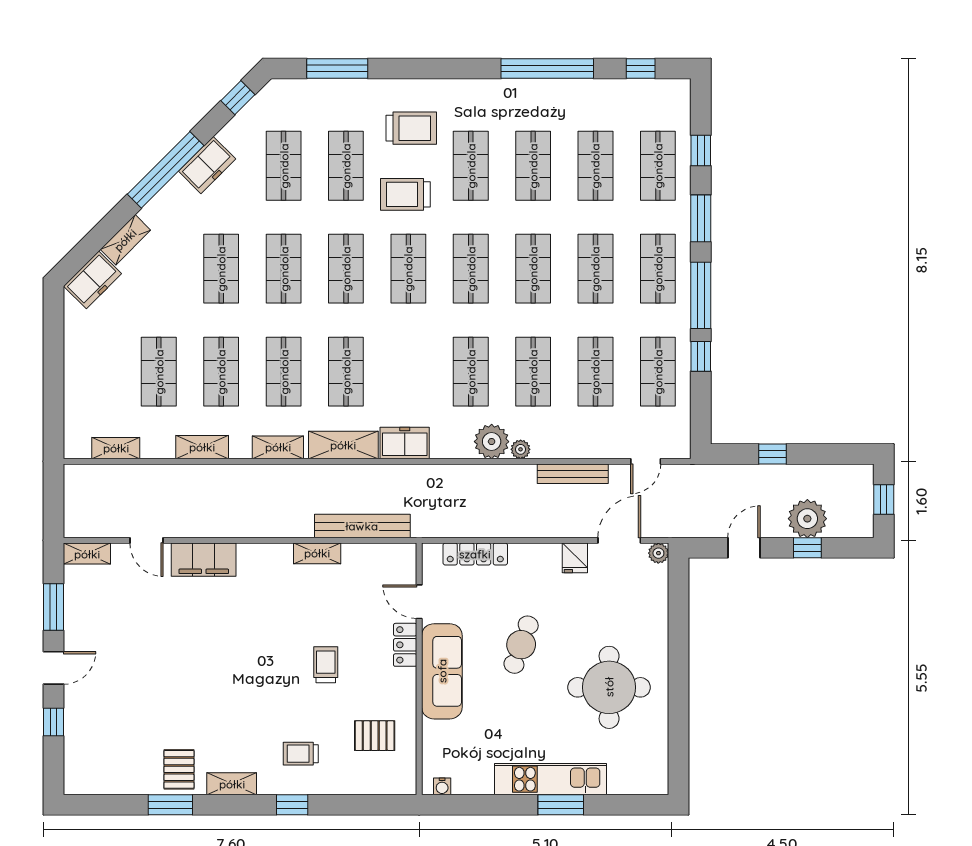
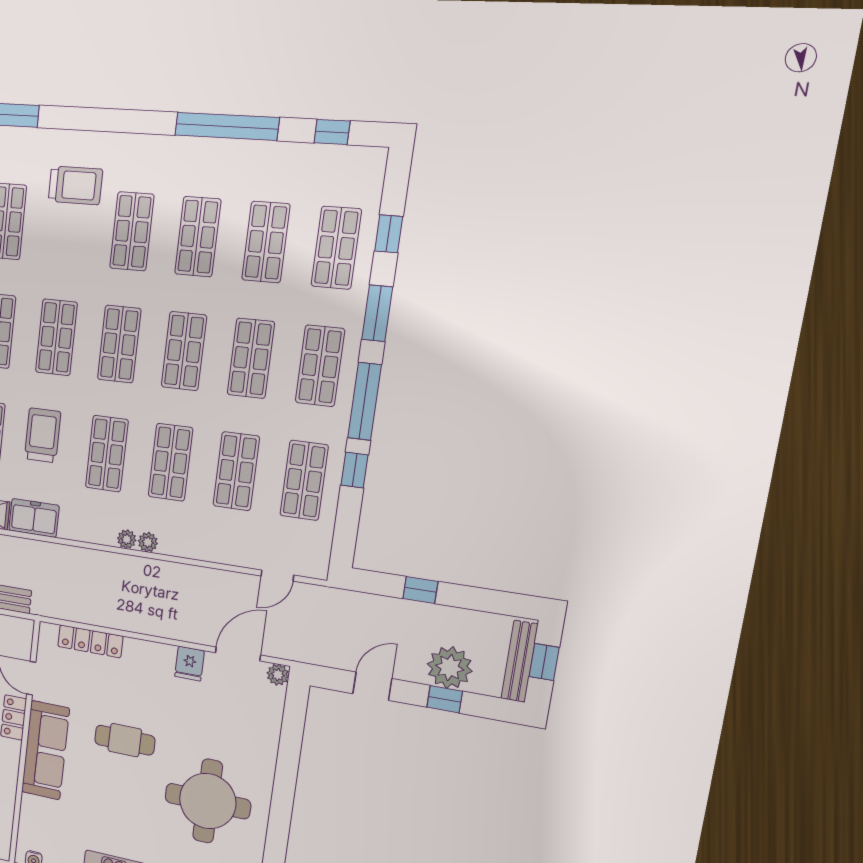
trolley: (405, 194) -> (42, 435), moved, turned 90
plant: (492, 442) -> (127, 539), width x0.53, depth x0.53
bench: (573, 474) -> (520, 661), moved, turned 90
cafe table: (521, 645) -> (125, 740), turned 70

